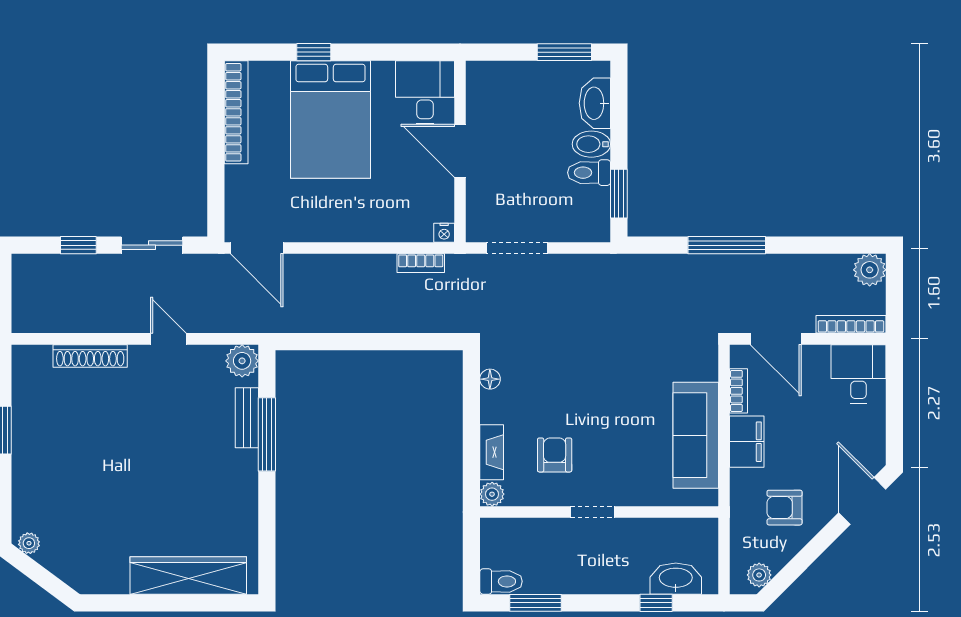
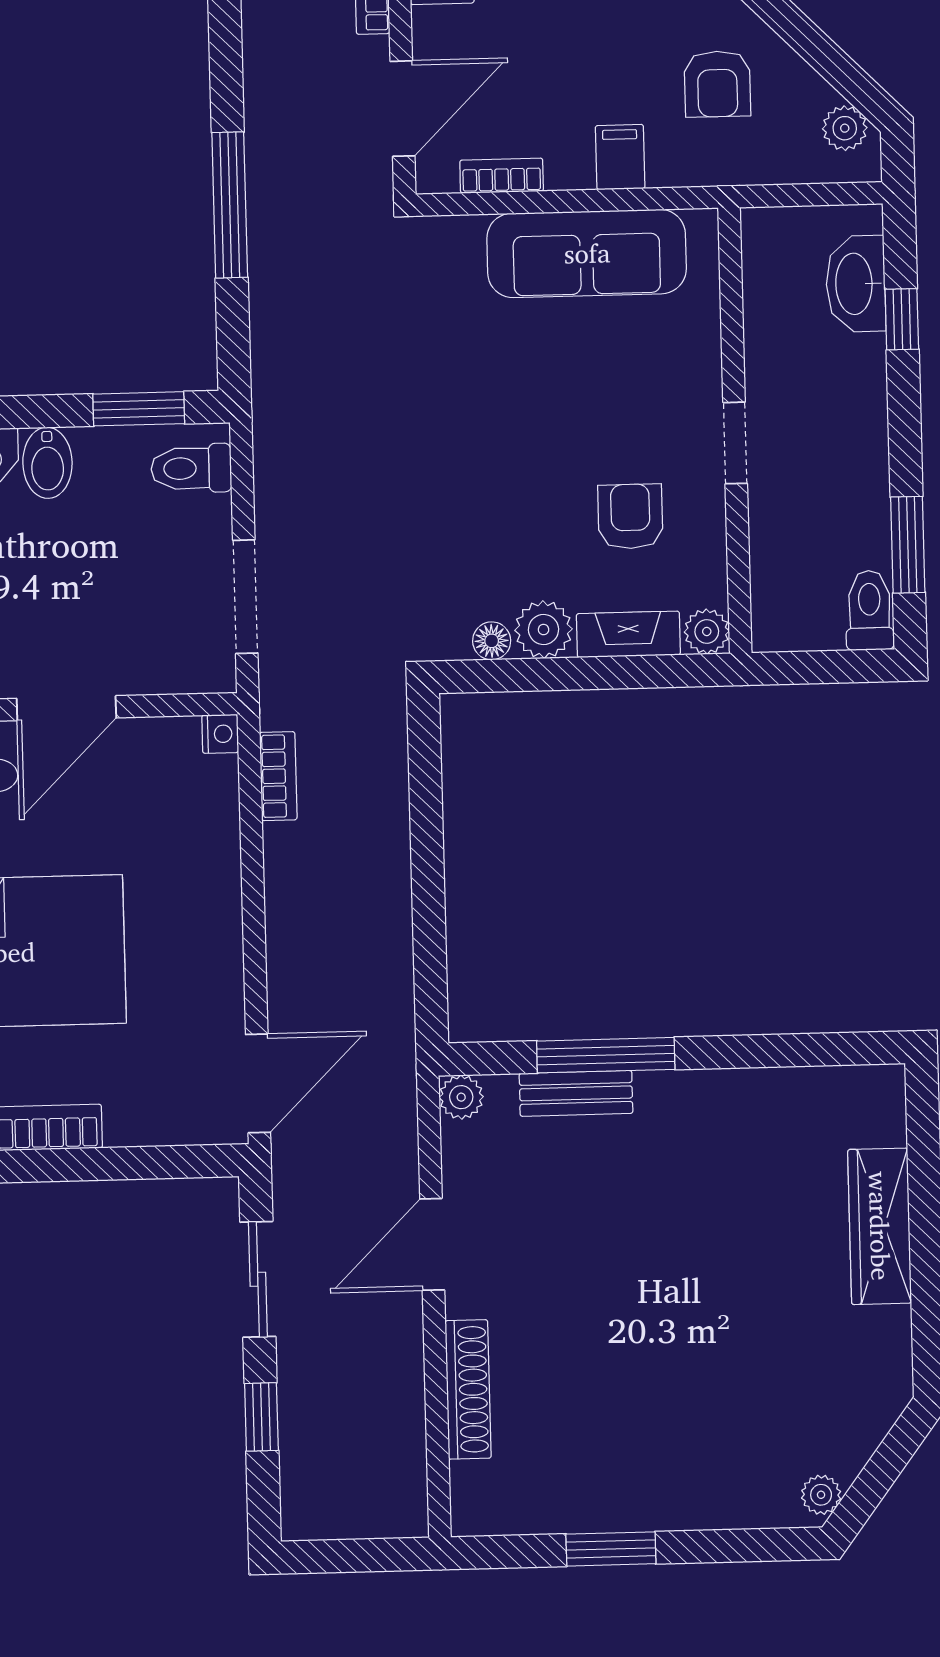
toilet: (589, 173) -> (191, 468), moved, turned 90
door: (168, 339) -> (432, 1244), width x1.38
plant: (242, 361) -> (461, 1097), width x0.73, depth x0.73
plant: (495, 407) -> (544, 630), added
filing cabinet: (747, 442) -> (620, 157), width x0.50
armchair: (555, 455) -> (630, 516), turned 90
wardrobe: (188, 576) -> (880, 1226), width x0.71, depth x0.85

